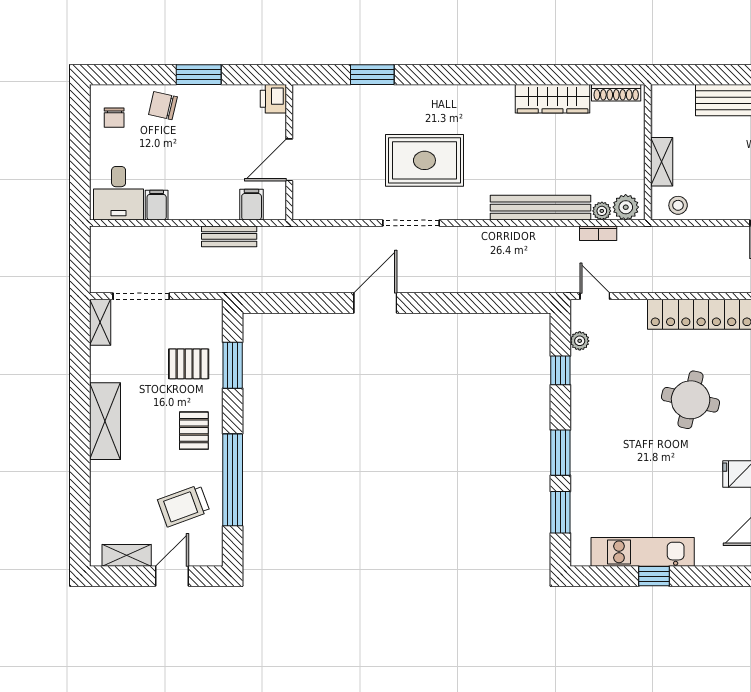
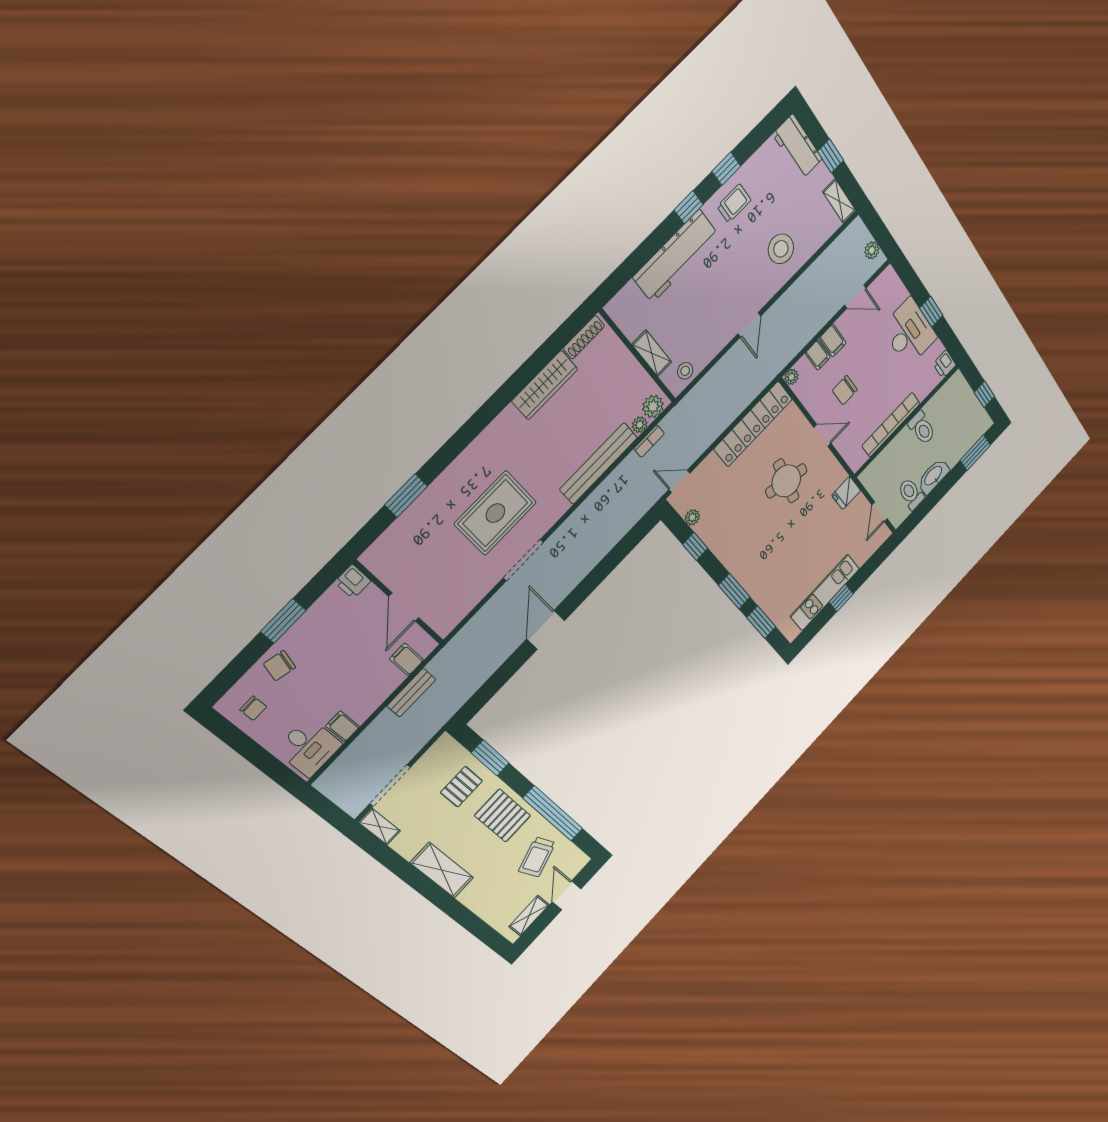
pallet: (194, 431) -> (503, 816), width x1.50, depth x1.42

